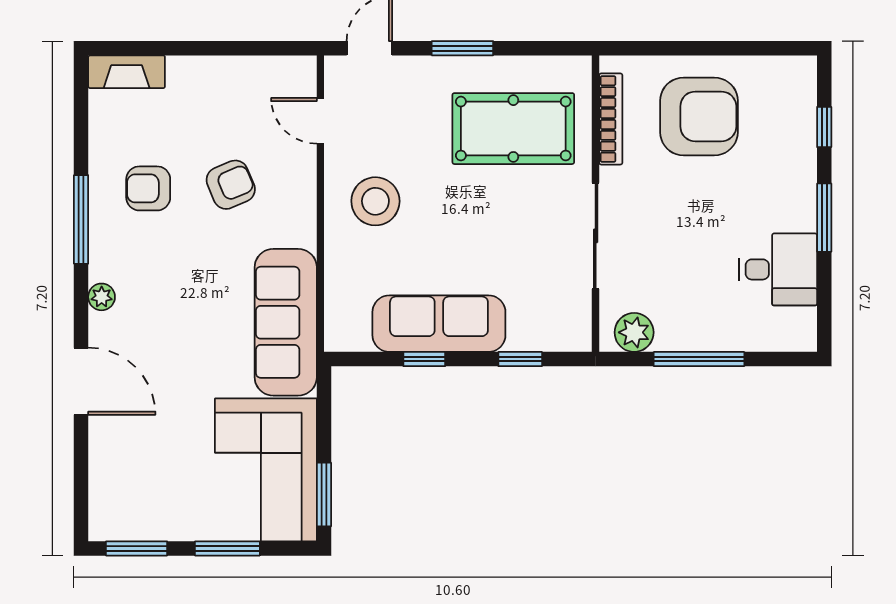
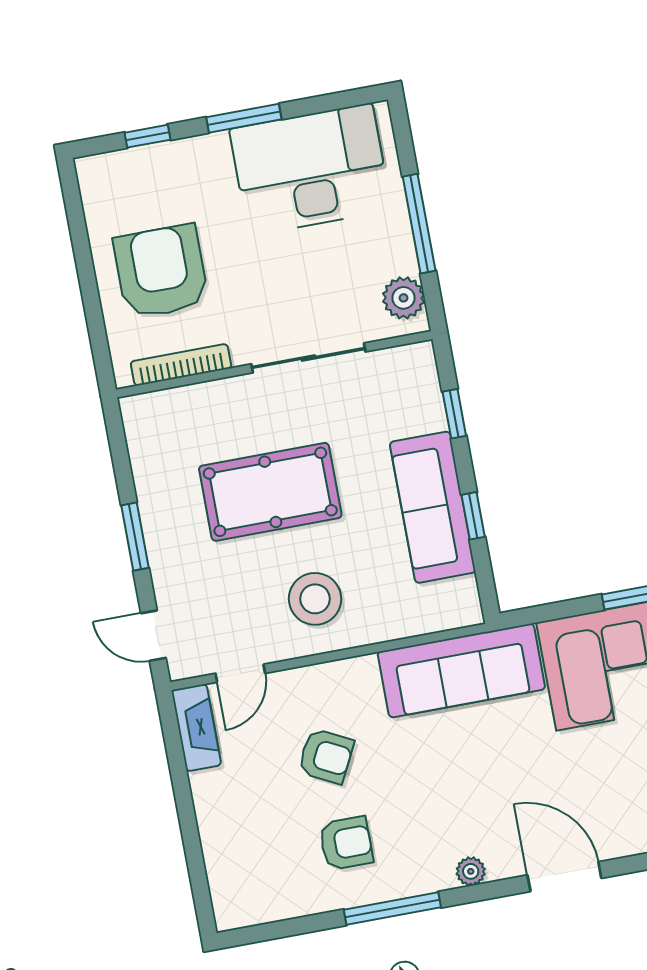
fireplace: (127, 72) -> (196, 728), moved
pool table: (513, 129) -> (270, 492), moved, turned 90
armchair: (231, 185) -> (326, 756), turned 140
armchair: (148, 188) -> (346, 843), turned -90
desk: (778, 269) -> (310, 169), width x1.87, depth x1.30
door: (81, 381) -> (564, 877), hinge flipped

